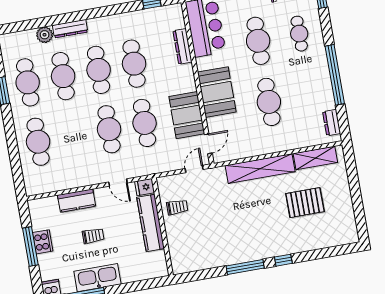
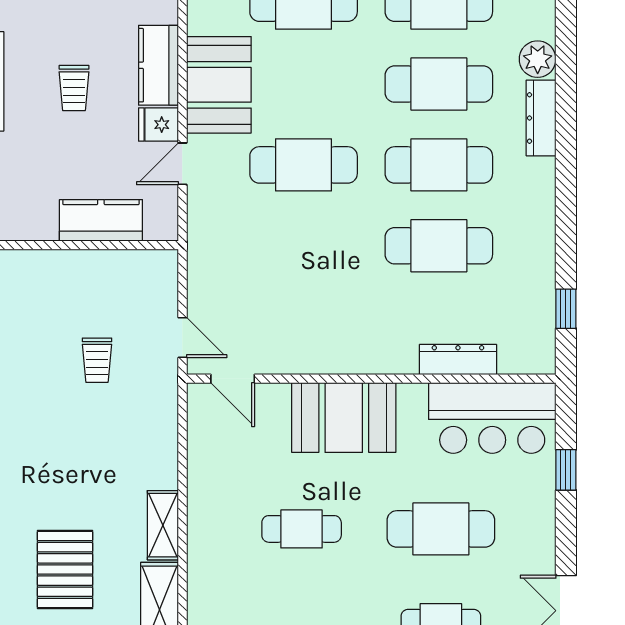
cafe table: (269, 102) -> (302, 529), width x0.73, depth x0.74
booth: (187, 115) -> (219, 85), moved, turned 90
cafe table: (145, 123) -> (304, 246), removed
shelving: (260, 169) -> (163, 525), width x0.45, depth x0.75
fridge: (145, 187) -> (159, 125), moved, turned -90
trolley: (177, 207) -> (97, 360), moved
kitchen counter: (151, 223) -> (101, 220), width x0.67

